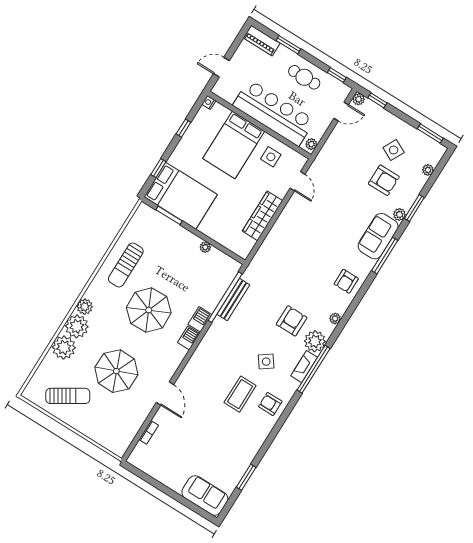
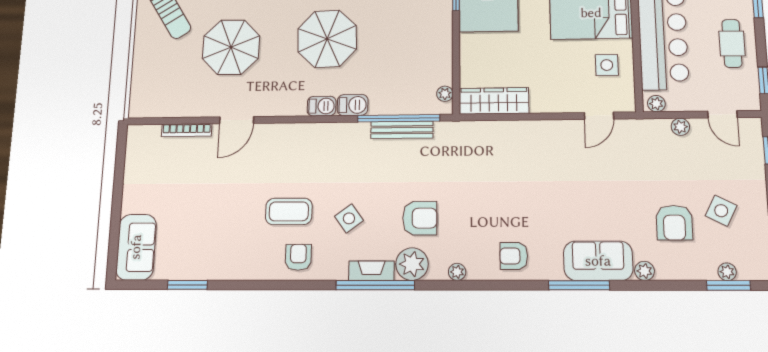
plant: (359, 99) -> (680, 127), moved
window: (414, 208) -> (728, 285), moved
wardrobe: (262, 216) -> (494, 101), moved
plant: (205, 247) -> (445, 94), moved
bookcase: (149, 432) -> (187, 130), width x1.56

